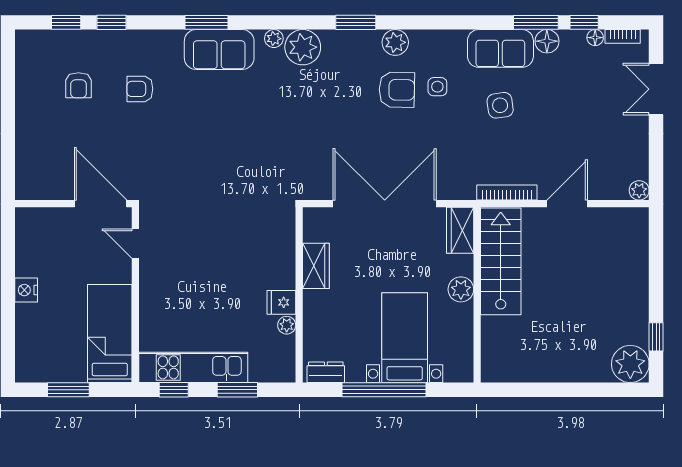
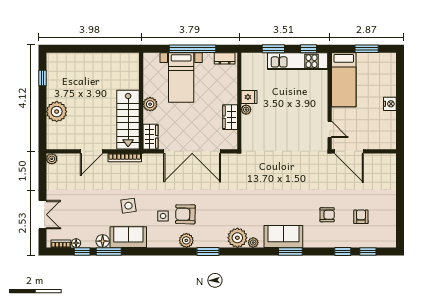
plant: (287, 325) -> (246, 110), moved
plant: (630, 364) -> (57, 112), moved

